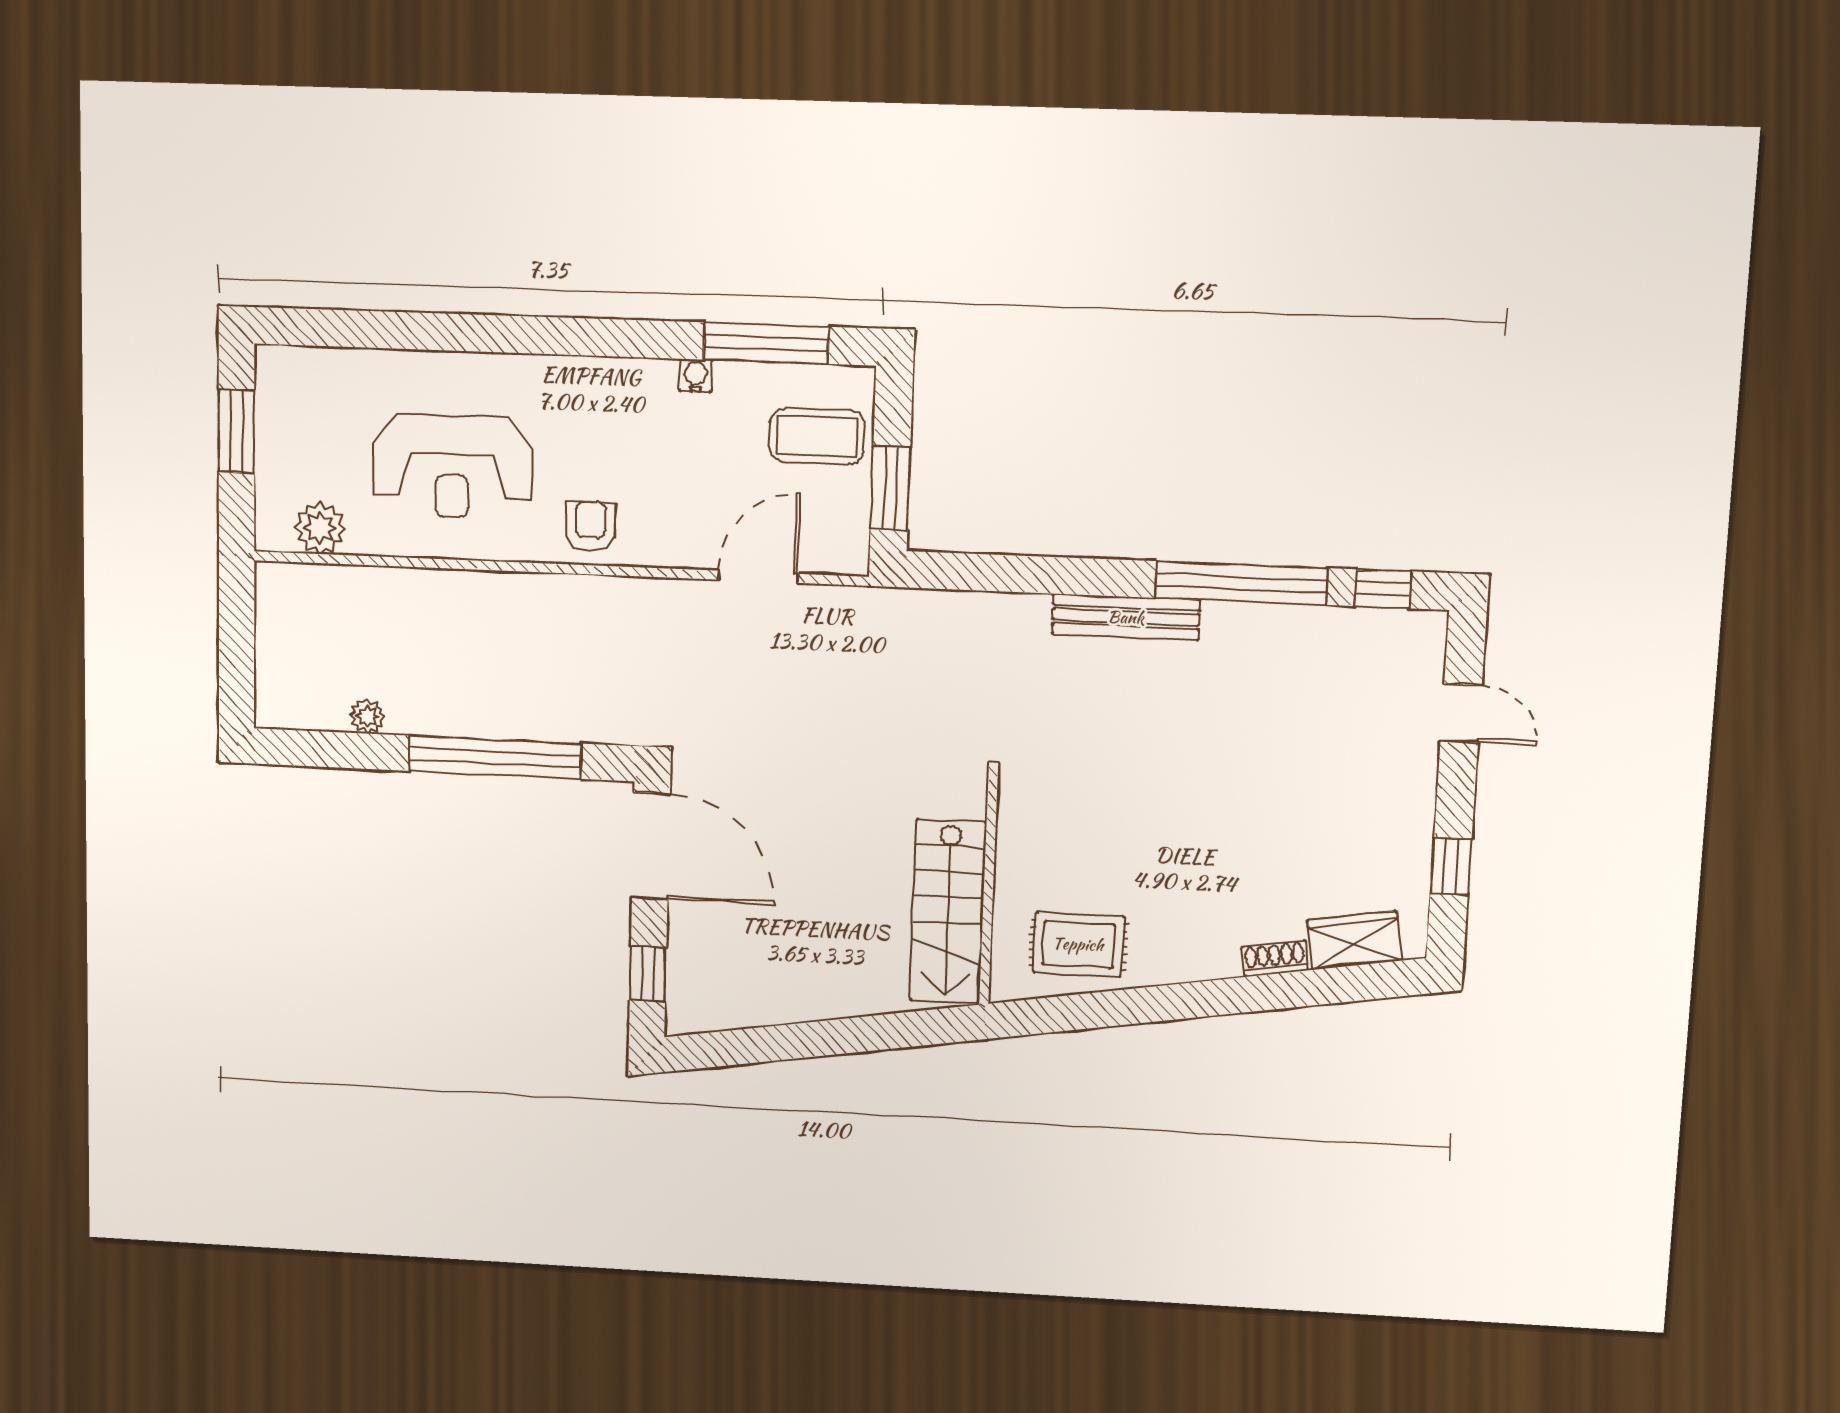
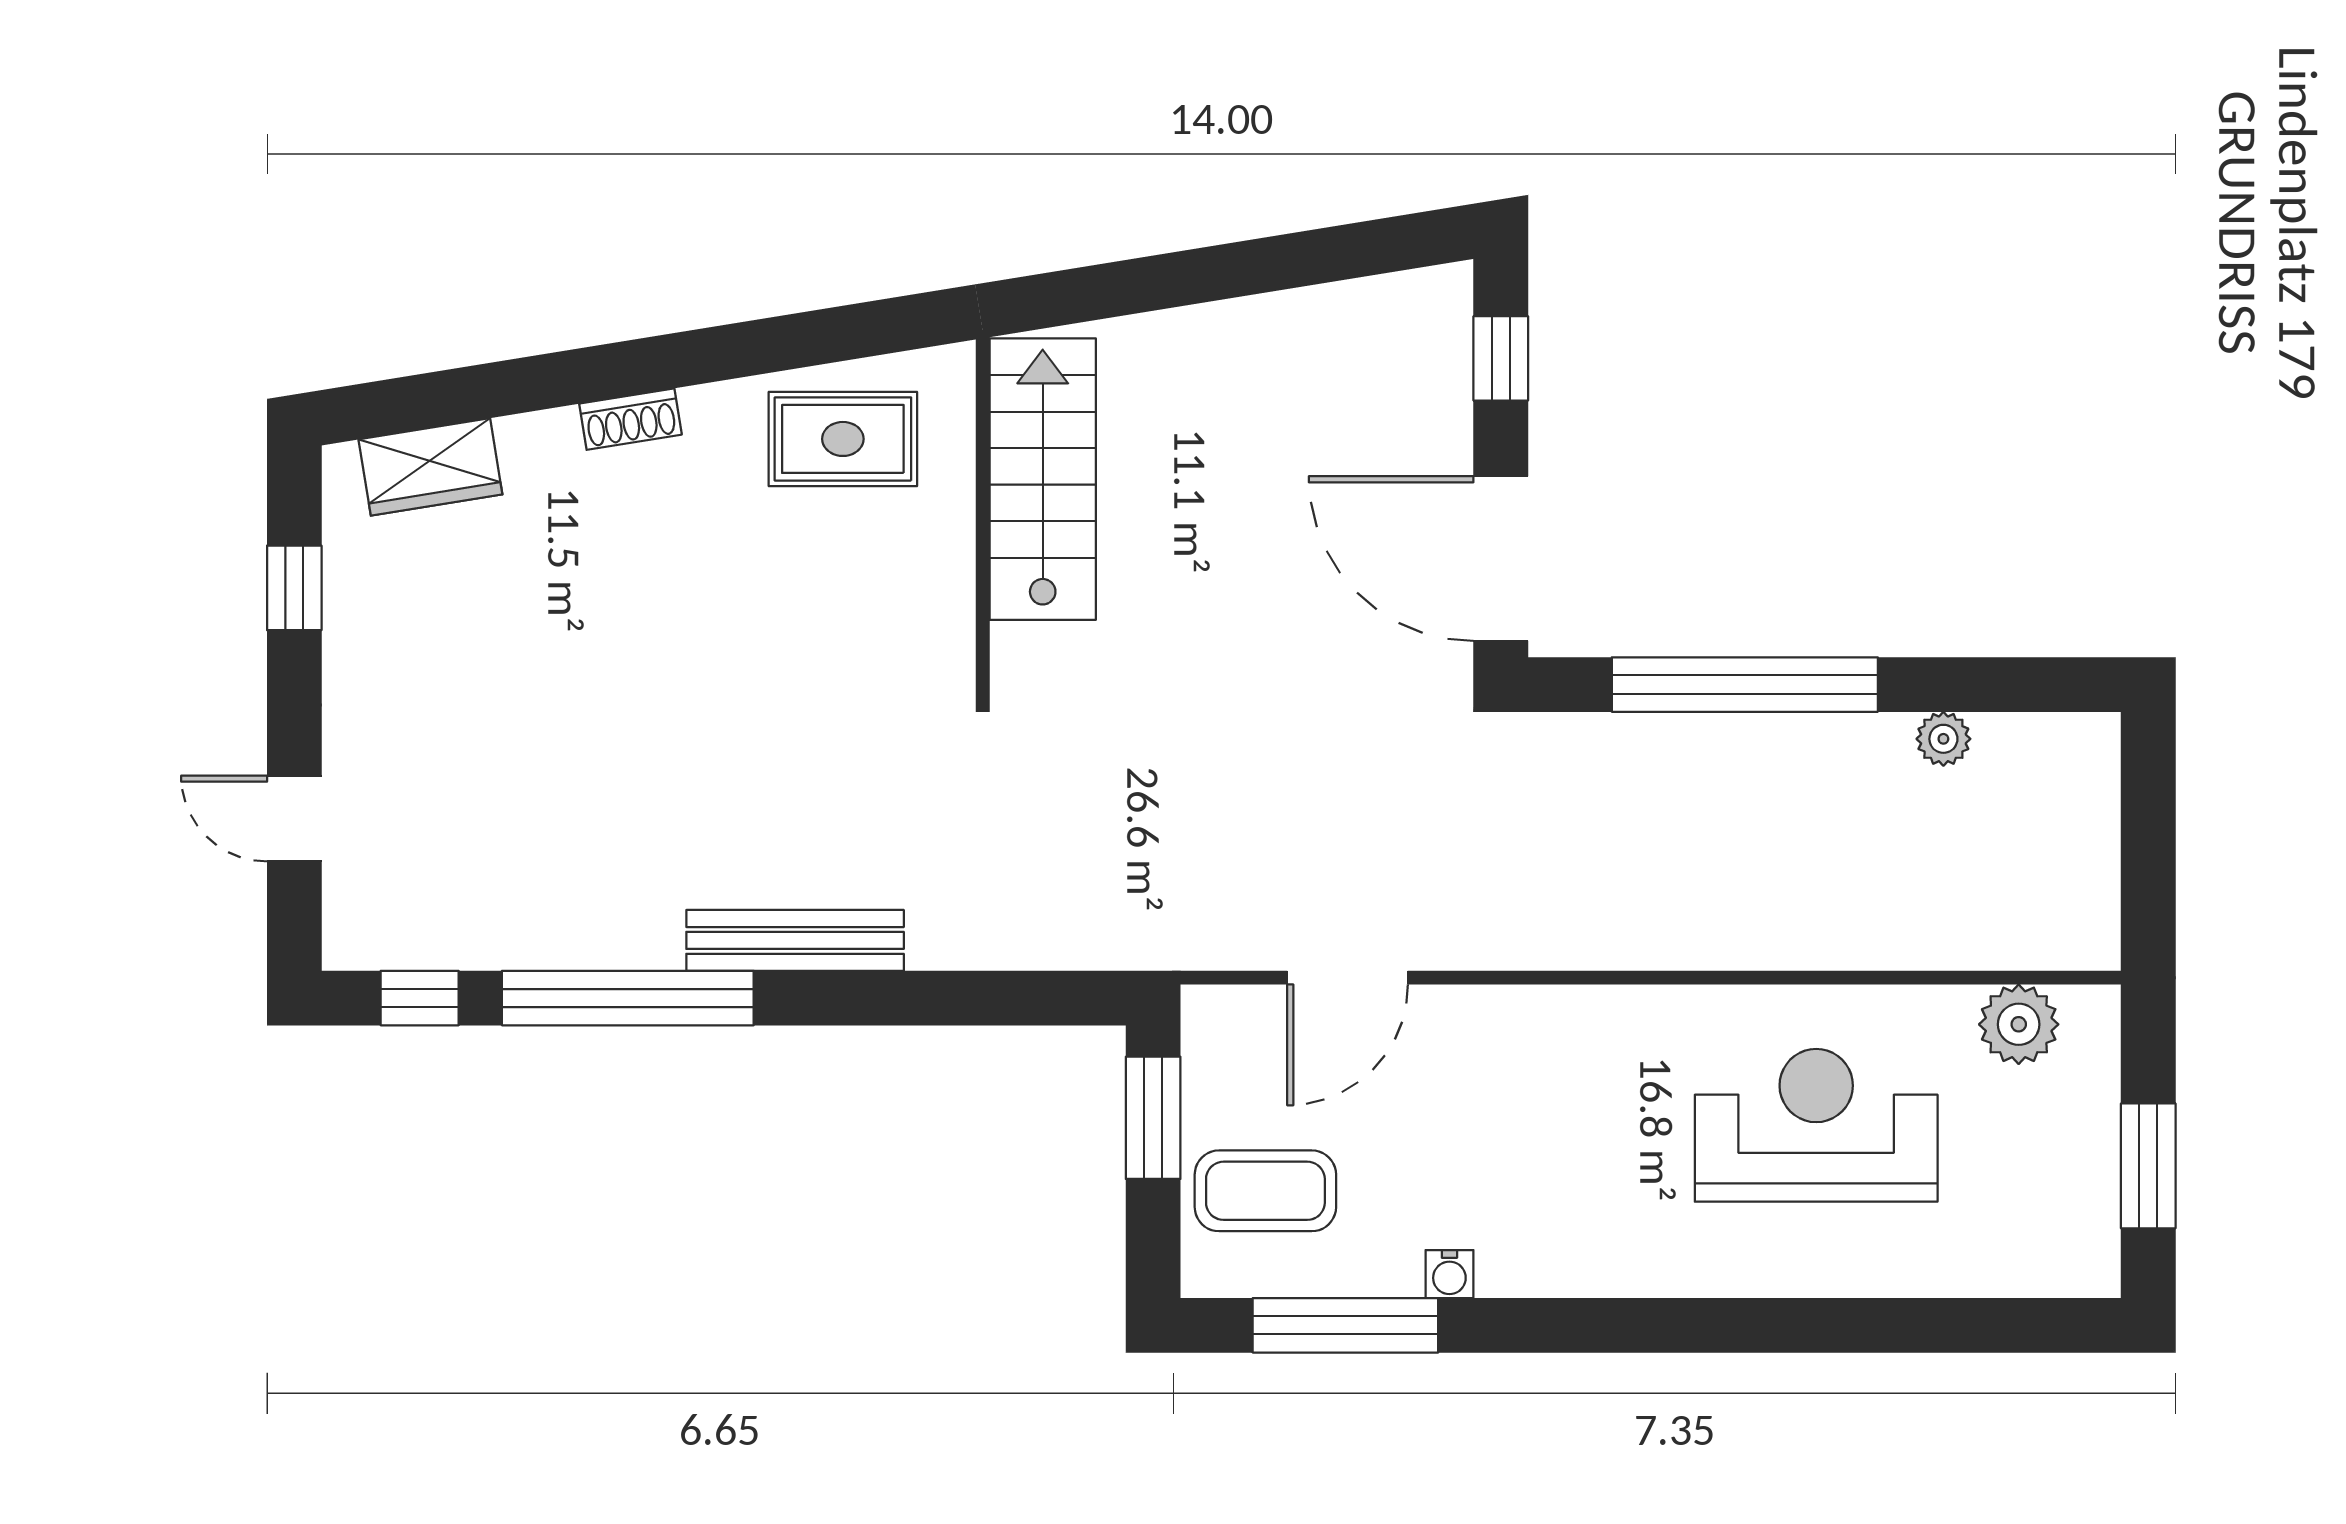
armchair: (590, 527) -> (1604, 1043), removed
shoe rack: (1275, 959) -> (630, 419), moved

